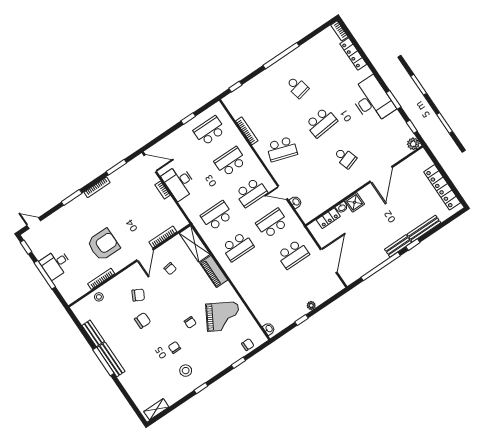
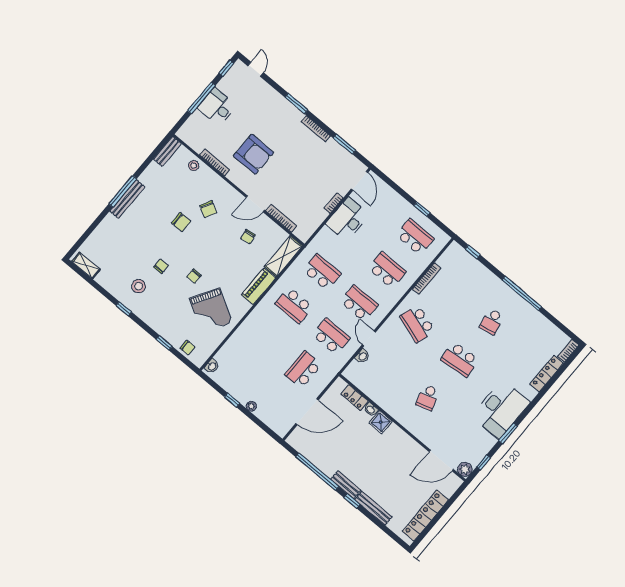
door: (381, 174) -> (441, 461), moved
school desk: (251, 192) -> (359, 303), turned 180
school desk: (293, 254) -> (303, 370), turned 90
bench: (93, 333) -> (167, 151), moved

